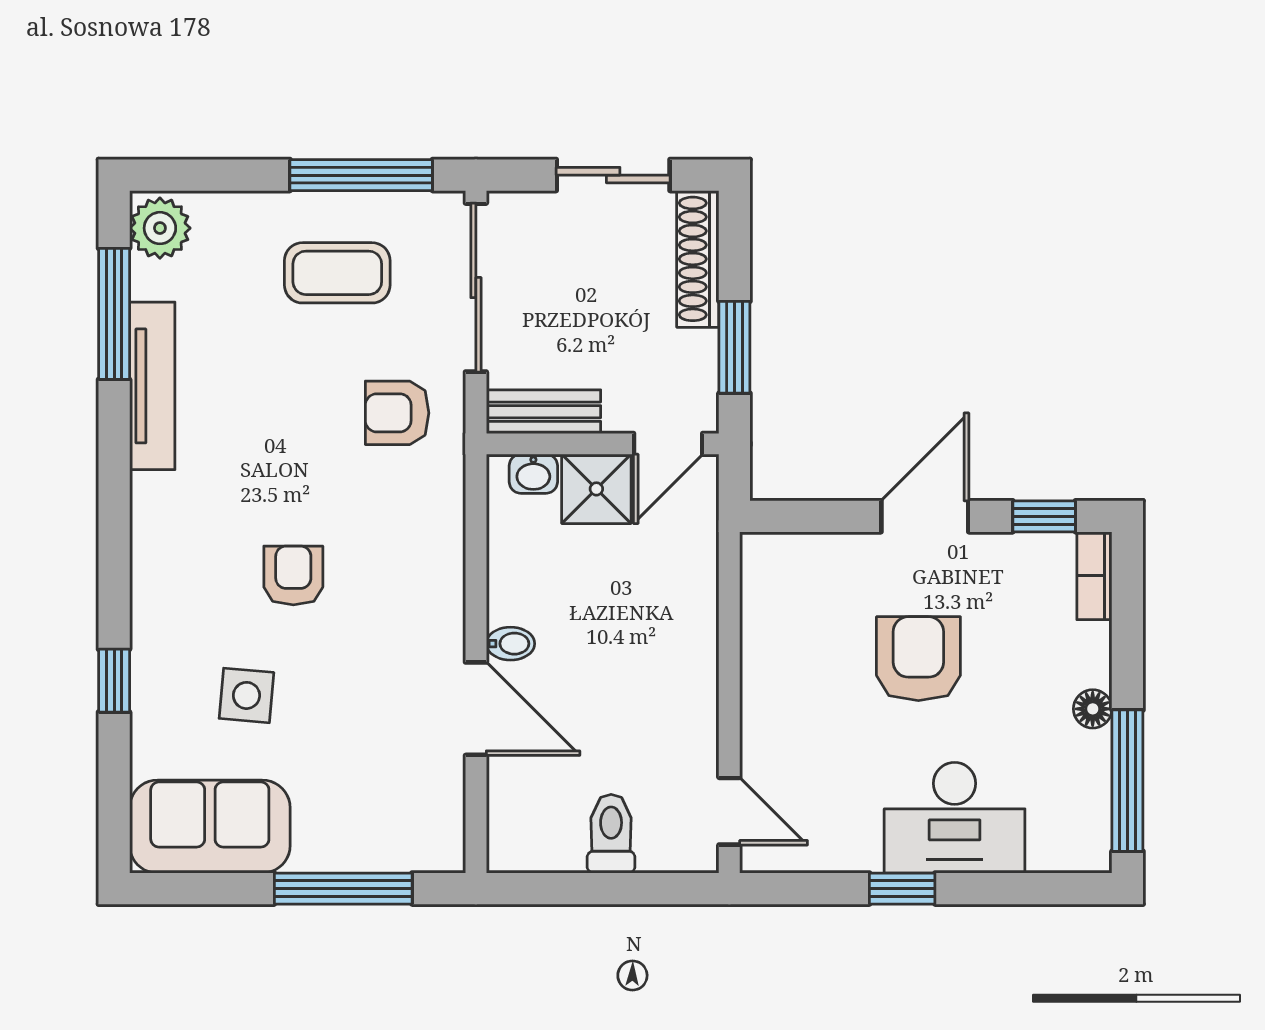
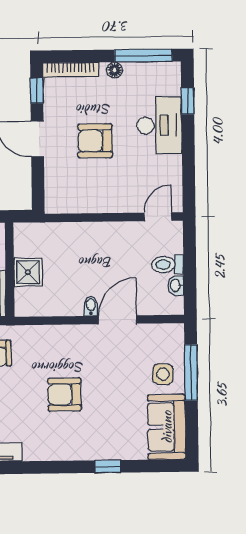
door: (668, 444) -> (9, 243), removed
washbasin: (533, 474) -> (176, 285), moved, turned 180
armchair: (293, 575) -> (64, 394), width x1.38, depth x1.38
bookcase: (1094, 576) -> (71, 70), width x1.56
side table: (246, 695) -> (163, 374), moved
window: (902, 889) -> (188, 101), moved

